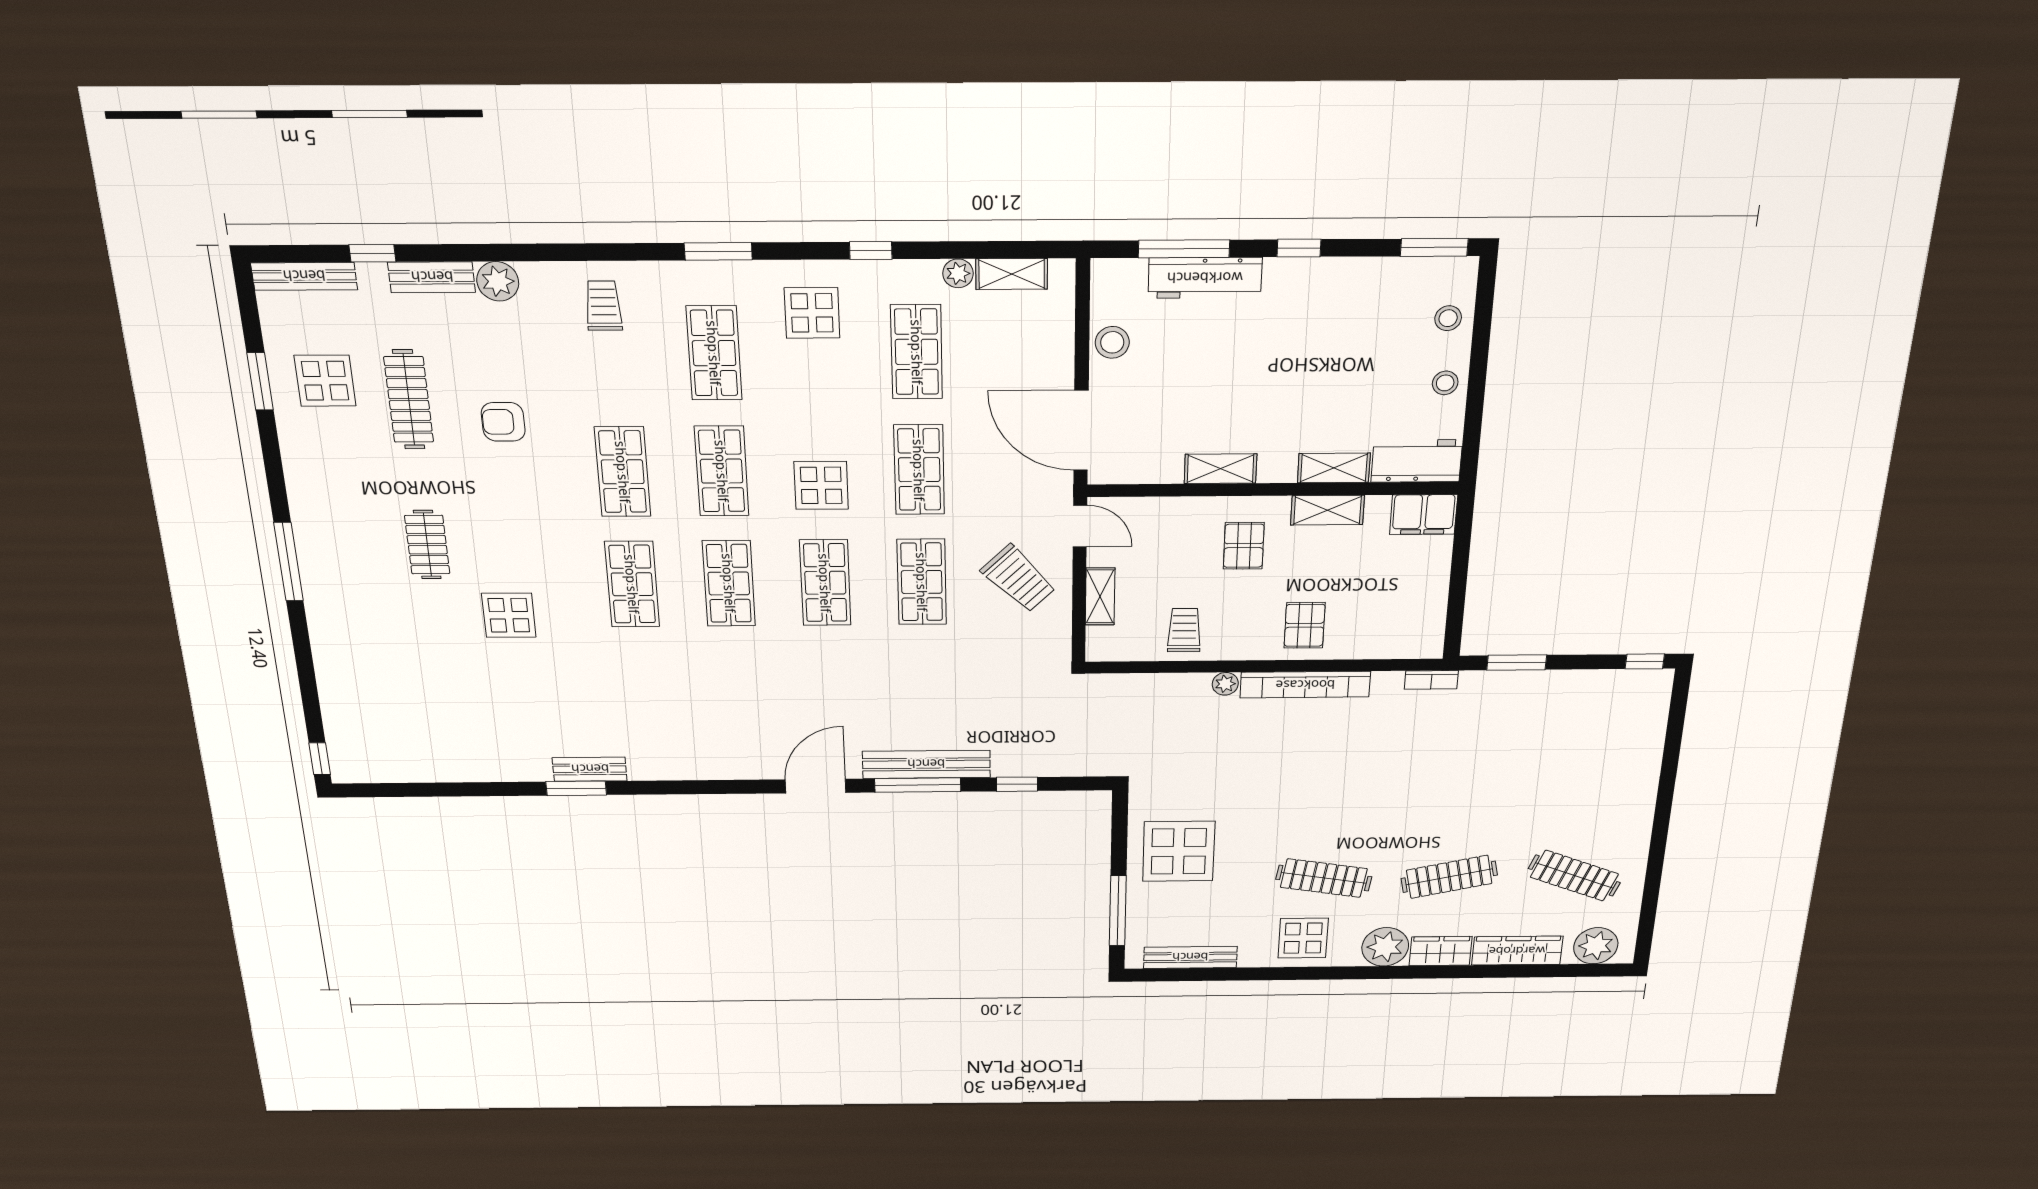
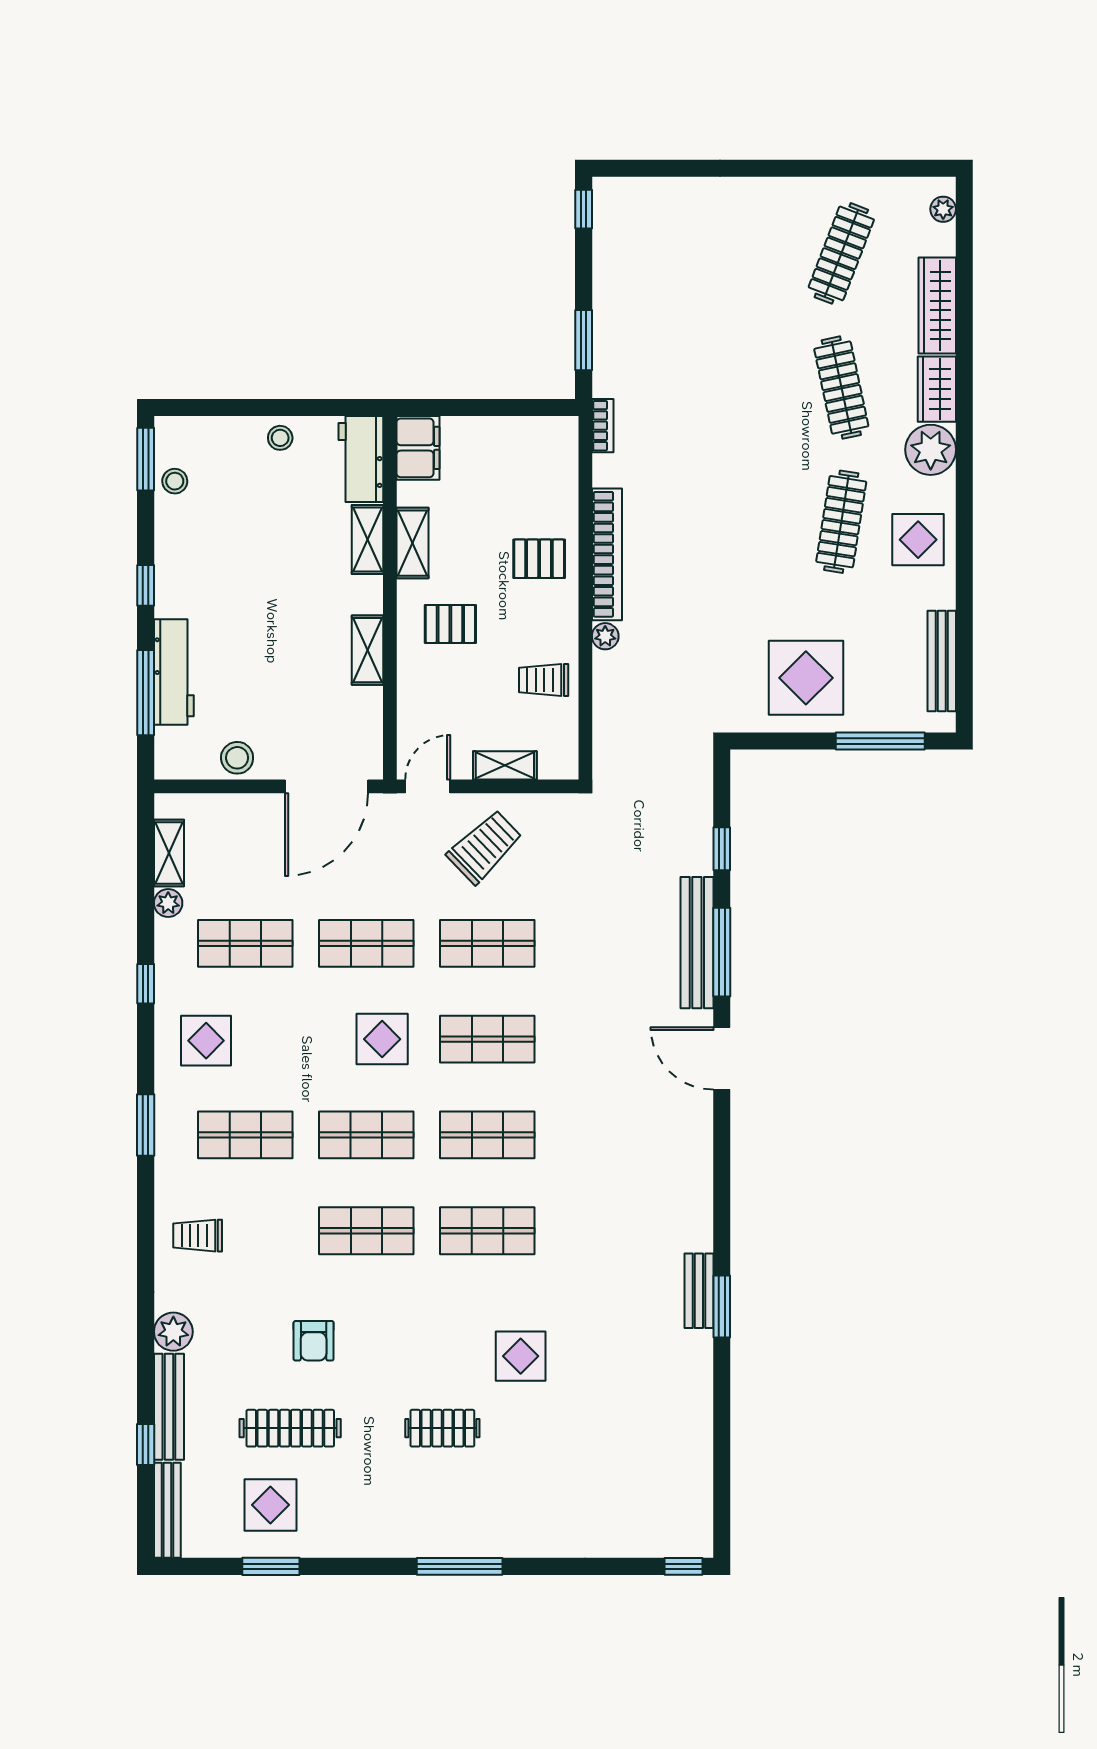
bench: (432, 277) -> (169, 1407), width x1.36
stool: (1448, 318) -> (175, 481), moved
plant: (1596, 946) -> (943, 209), width x0.53, depth x0.53

